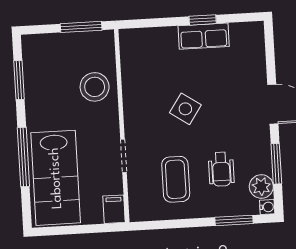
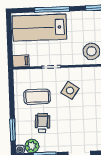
side table: (185, 109) -> (70, 90), moved
wheelchair: (221, 169) -> (42, 123), turned 94

